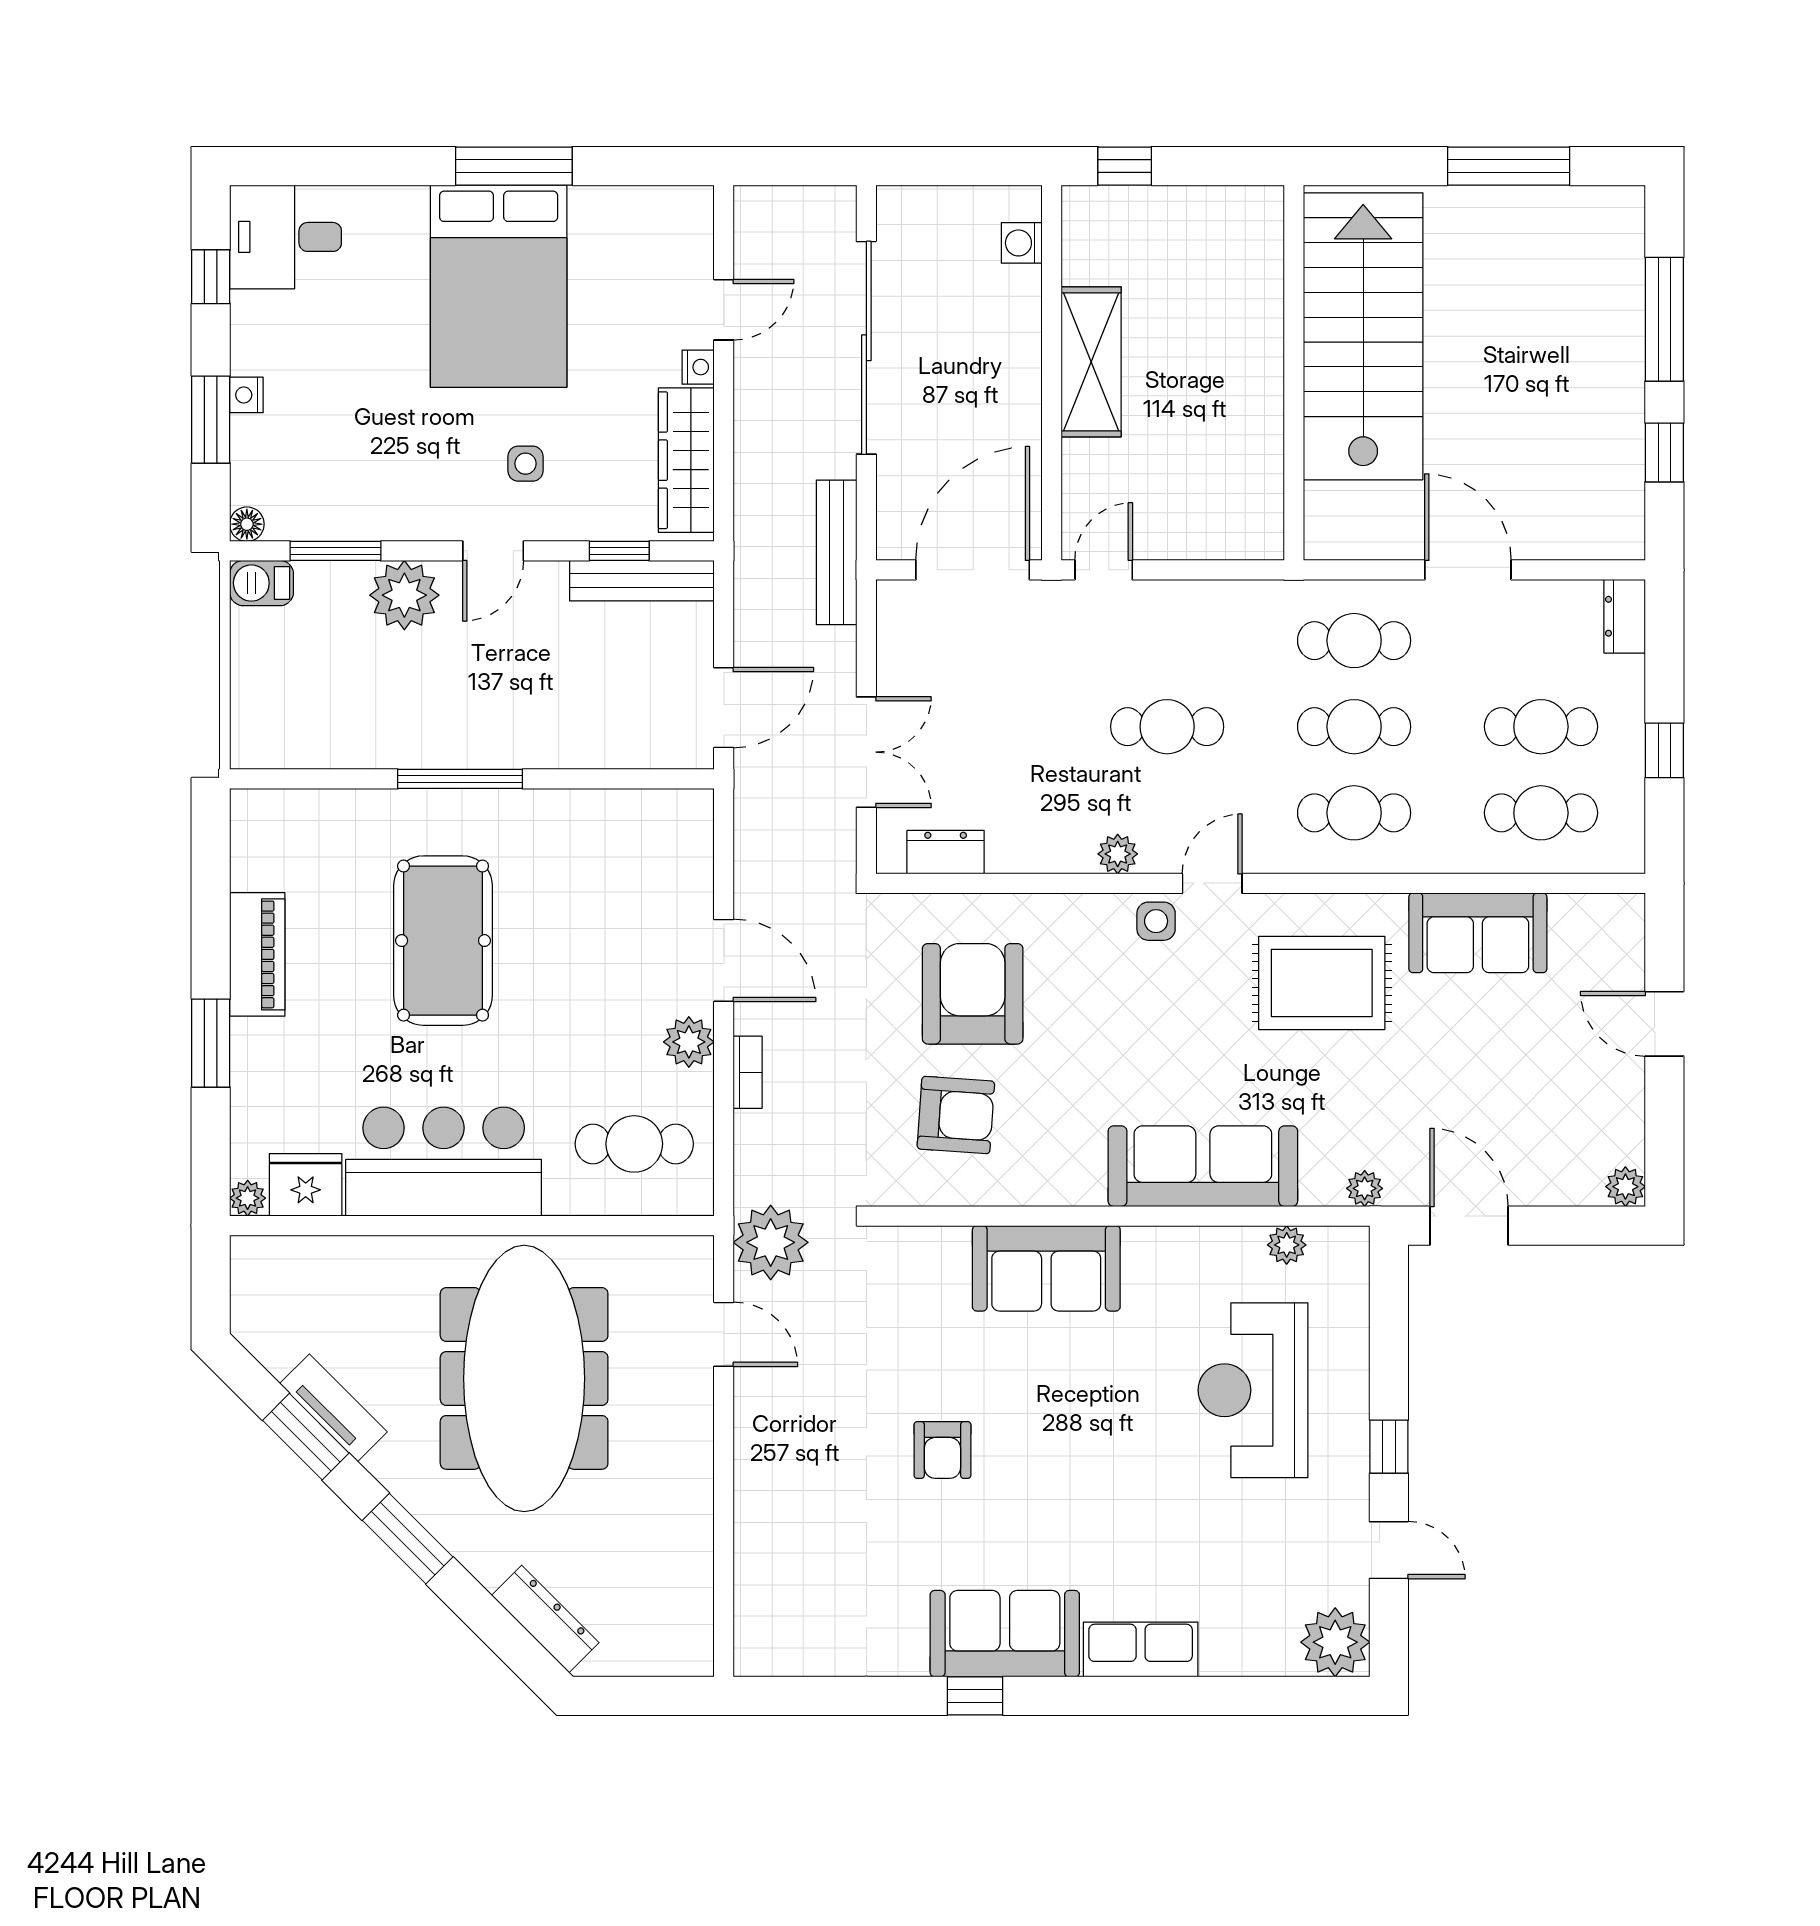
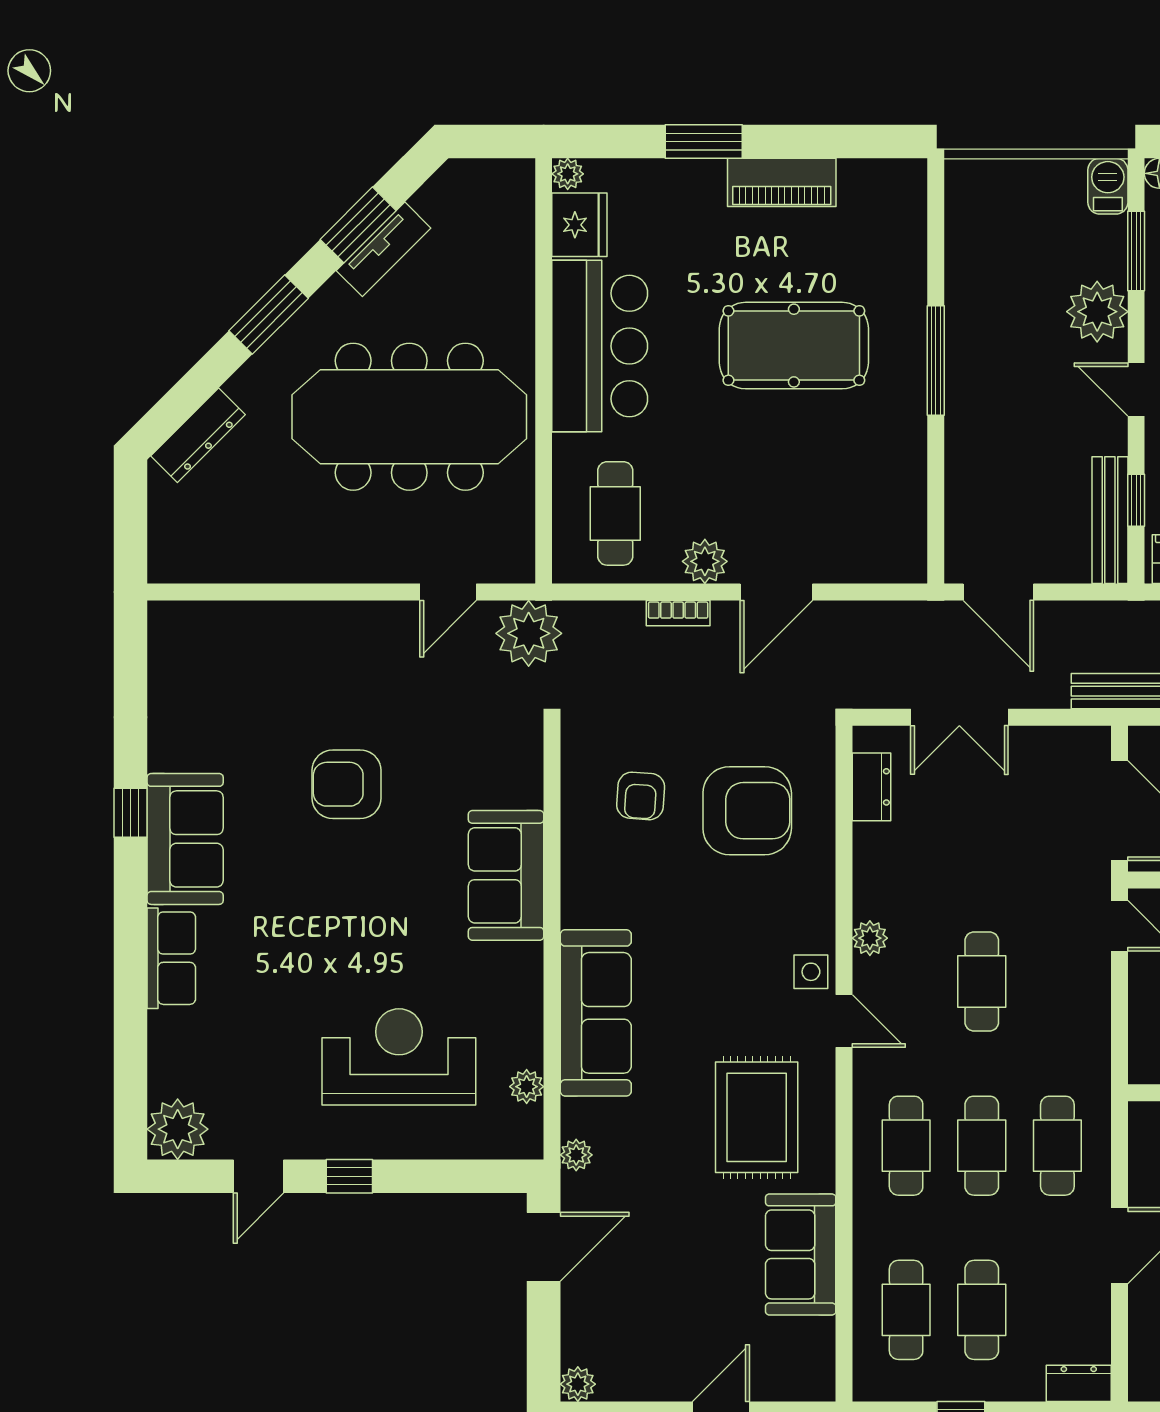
armchair: (956, 1115) -> (641, 796), width x0.72, depth x0.72
armchair: (942, 1450) -> (346, 784), width x1.38, depth x1.38

